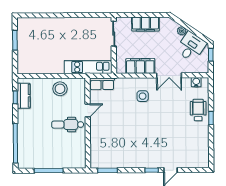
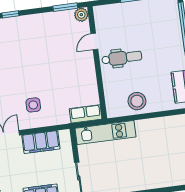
door: (88, 110) -> (94, 41), moved
plant: (95, 163) -> (81, 15), added

